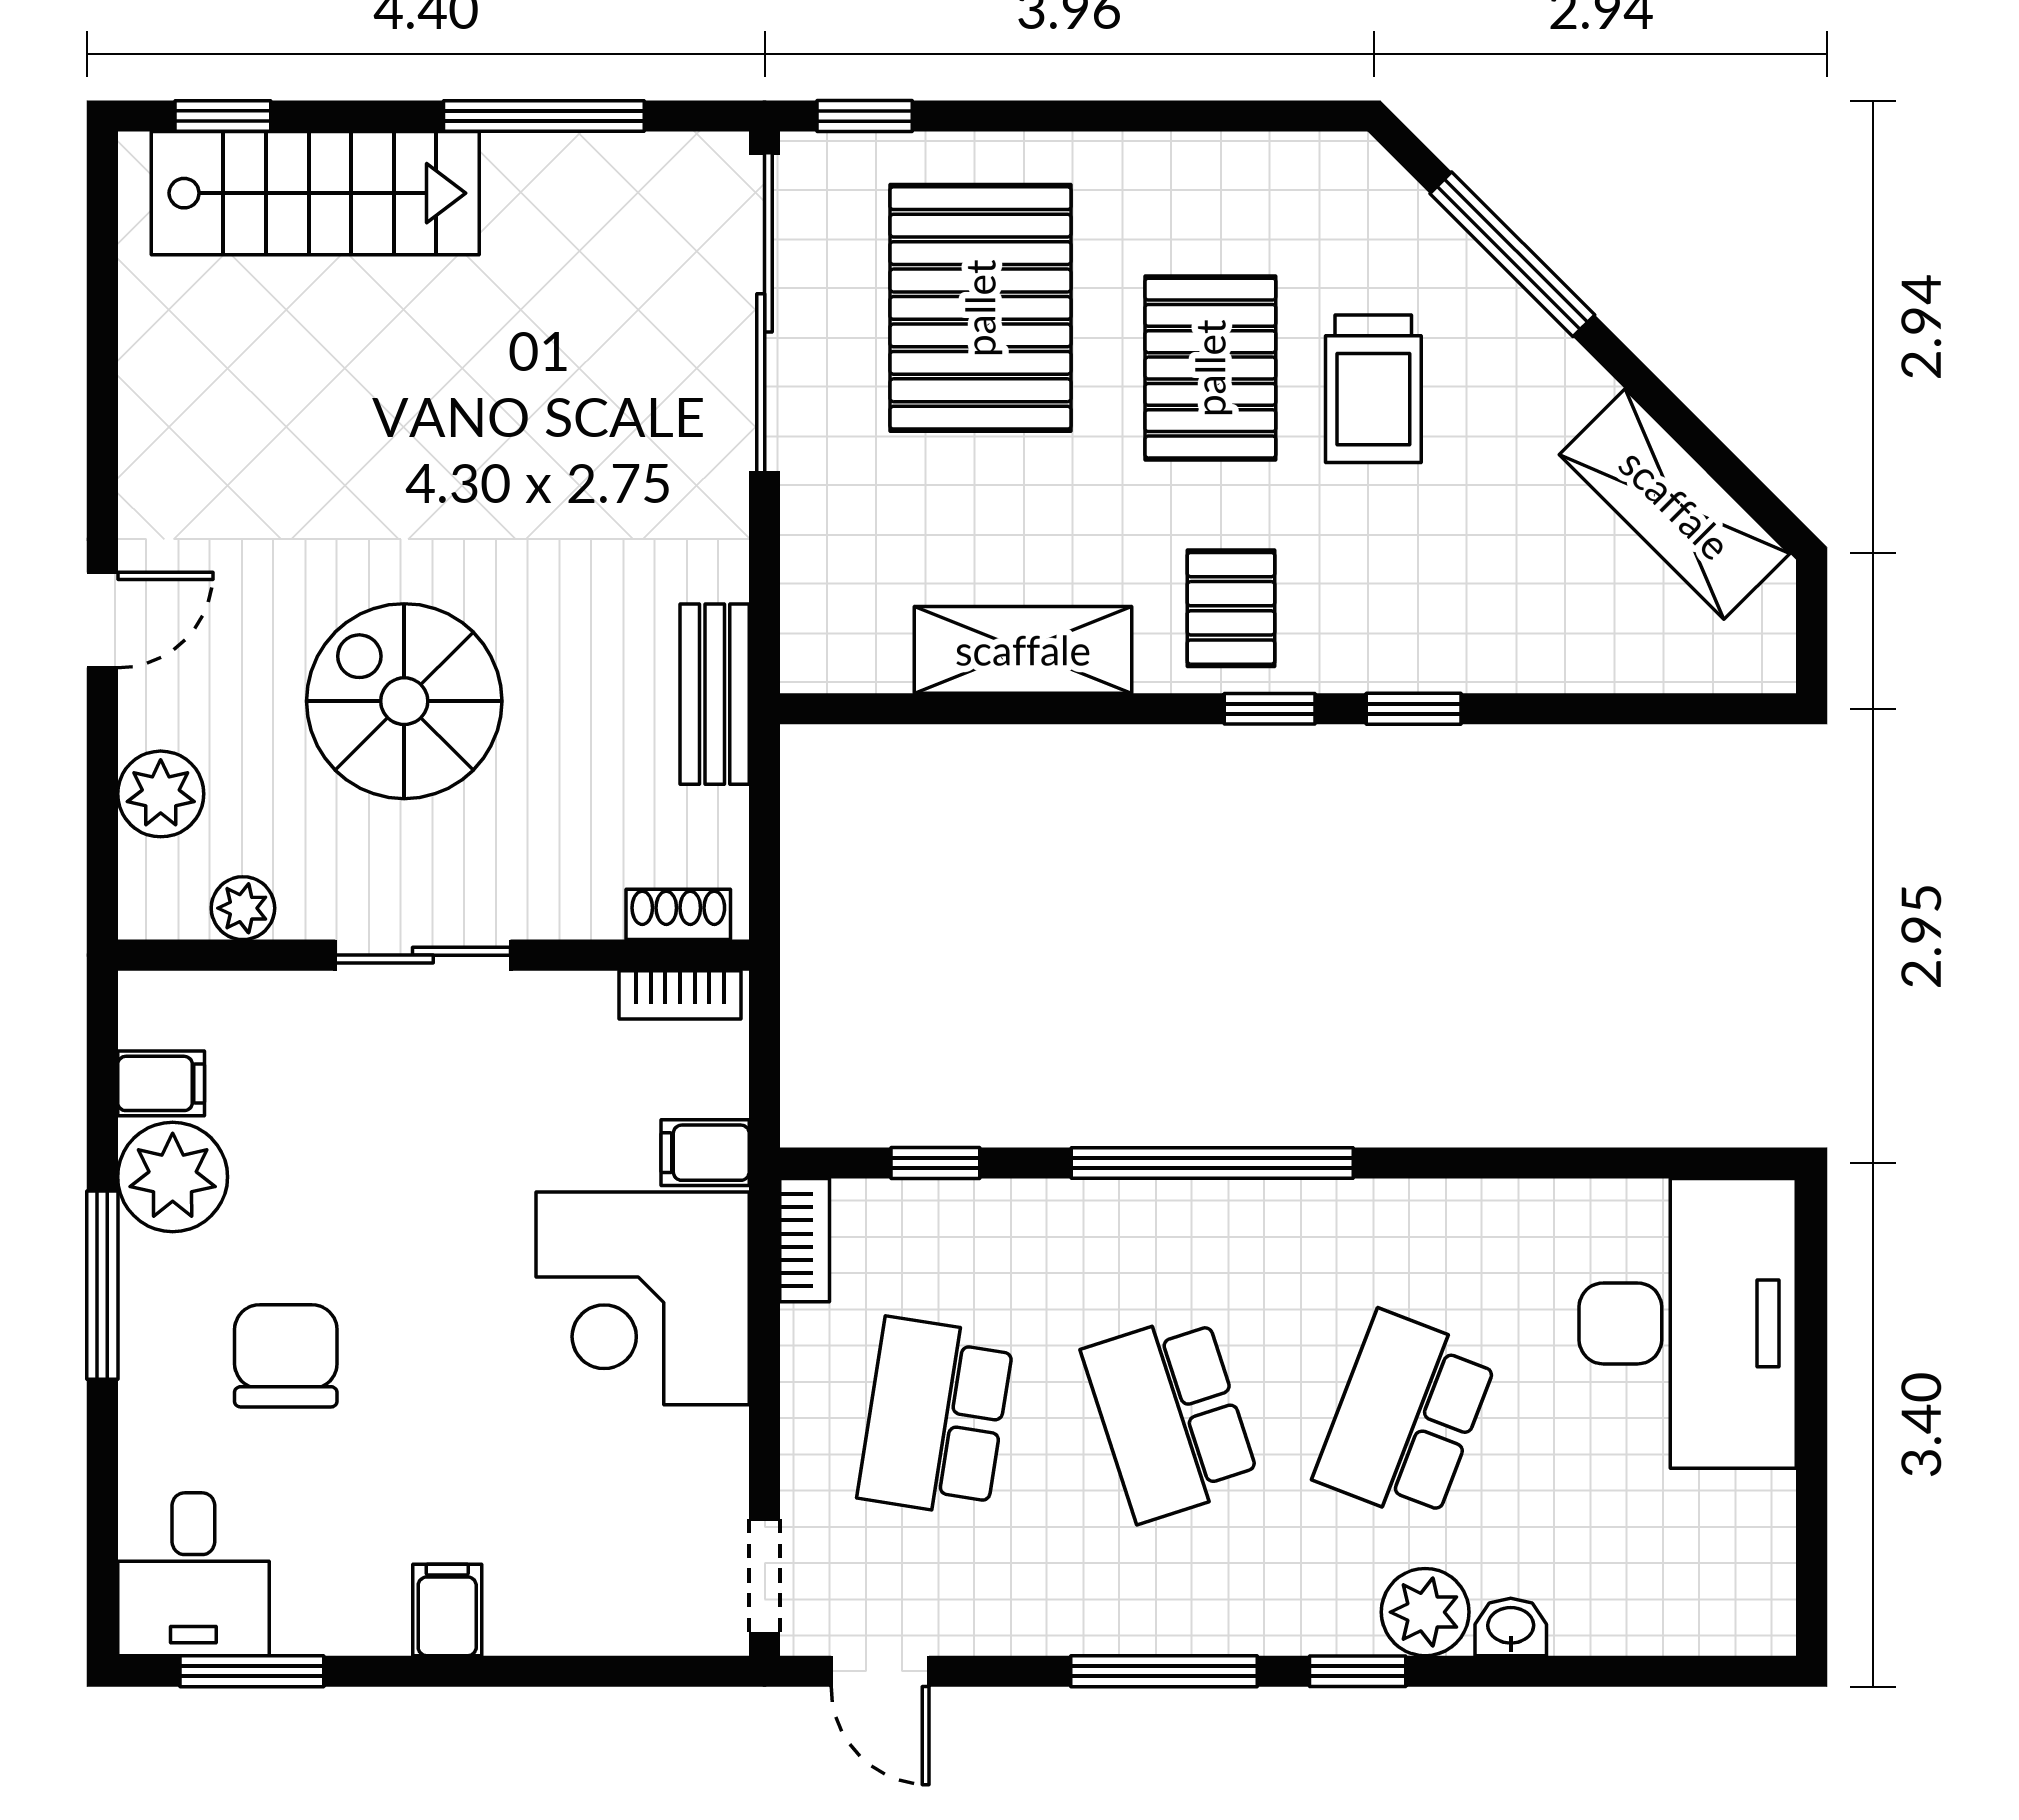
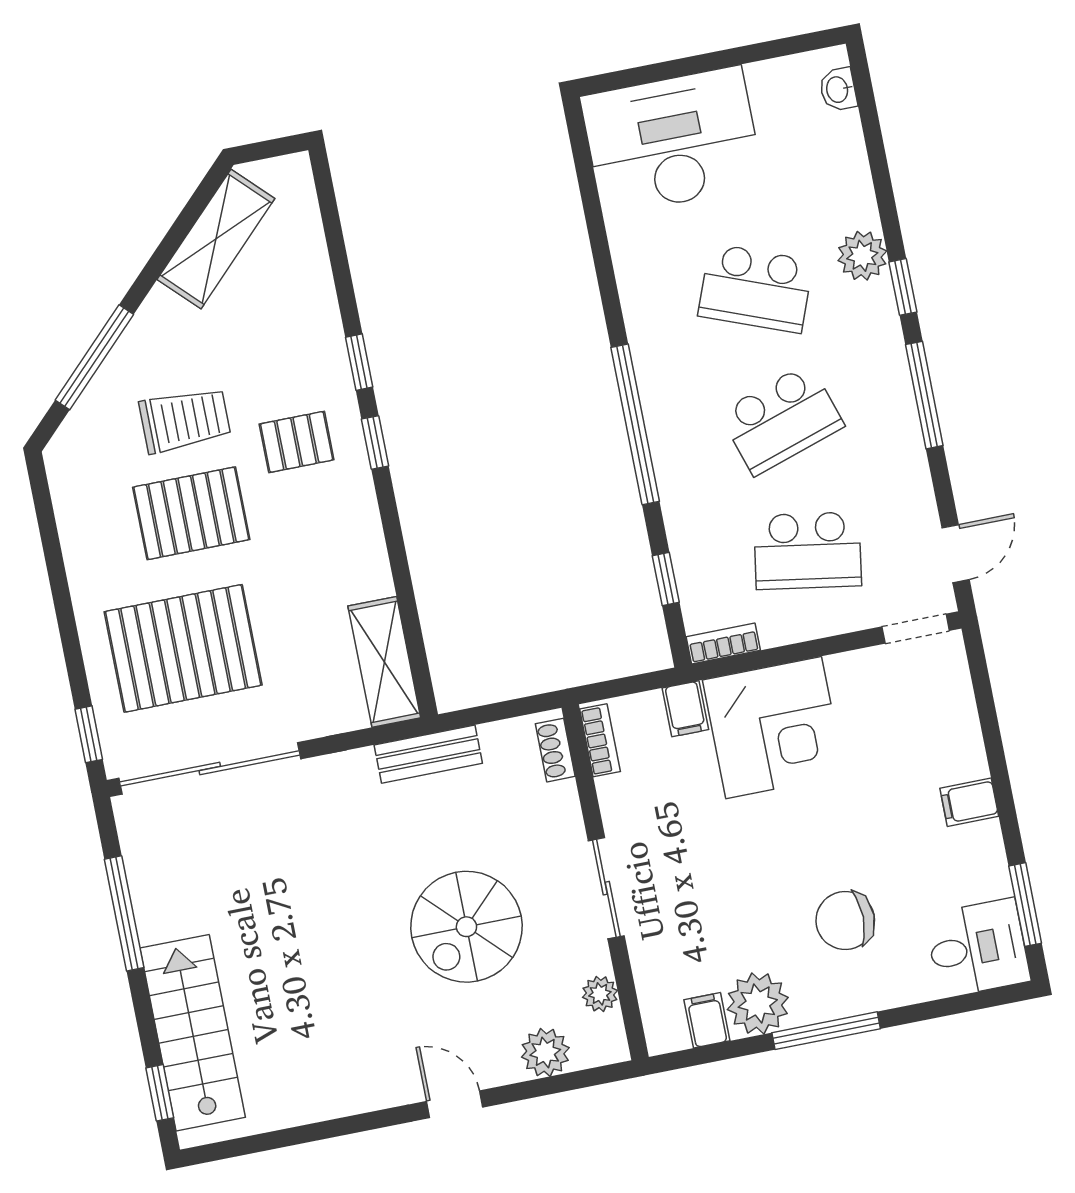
pallet: (1231, 608) -> (297, 442), moved
shelving: (1023, 650) -> (384, 662), moved
washbasin: (1511, 1627) -> (838, 89), moved

